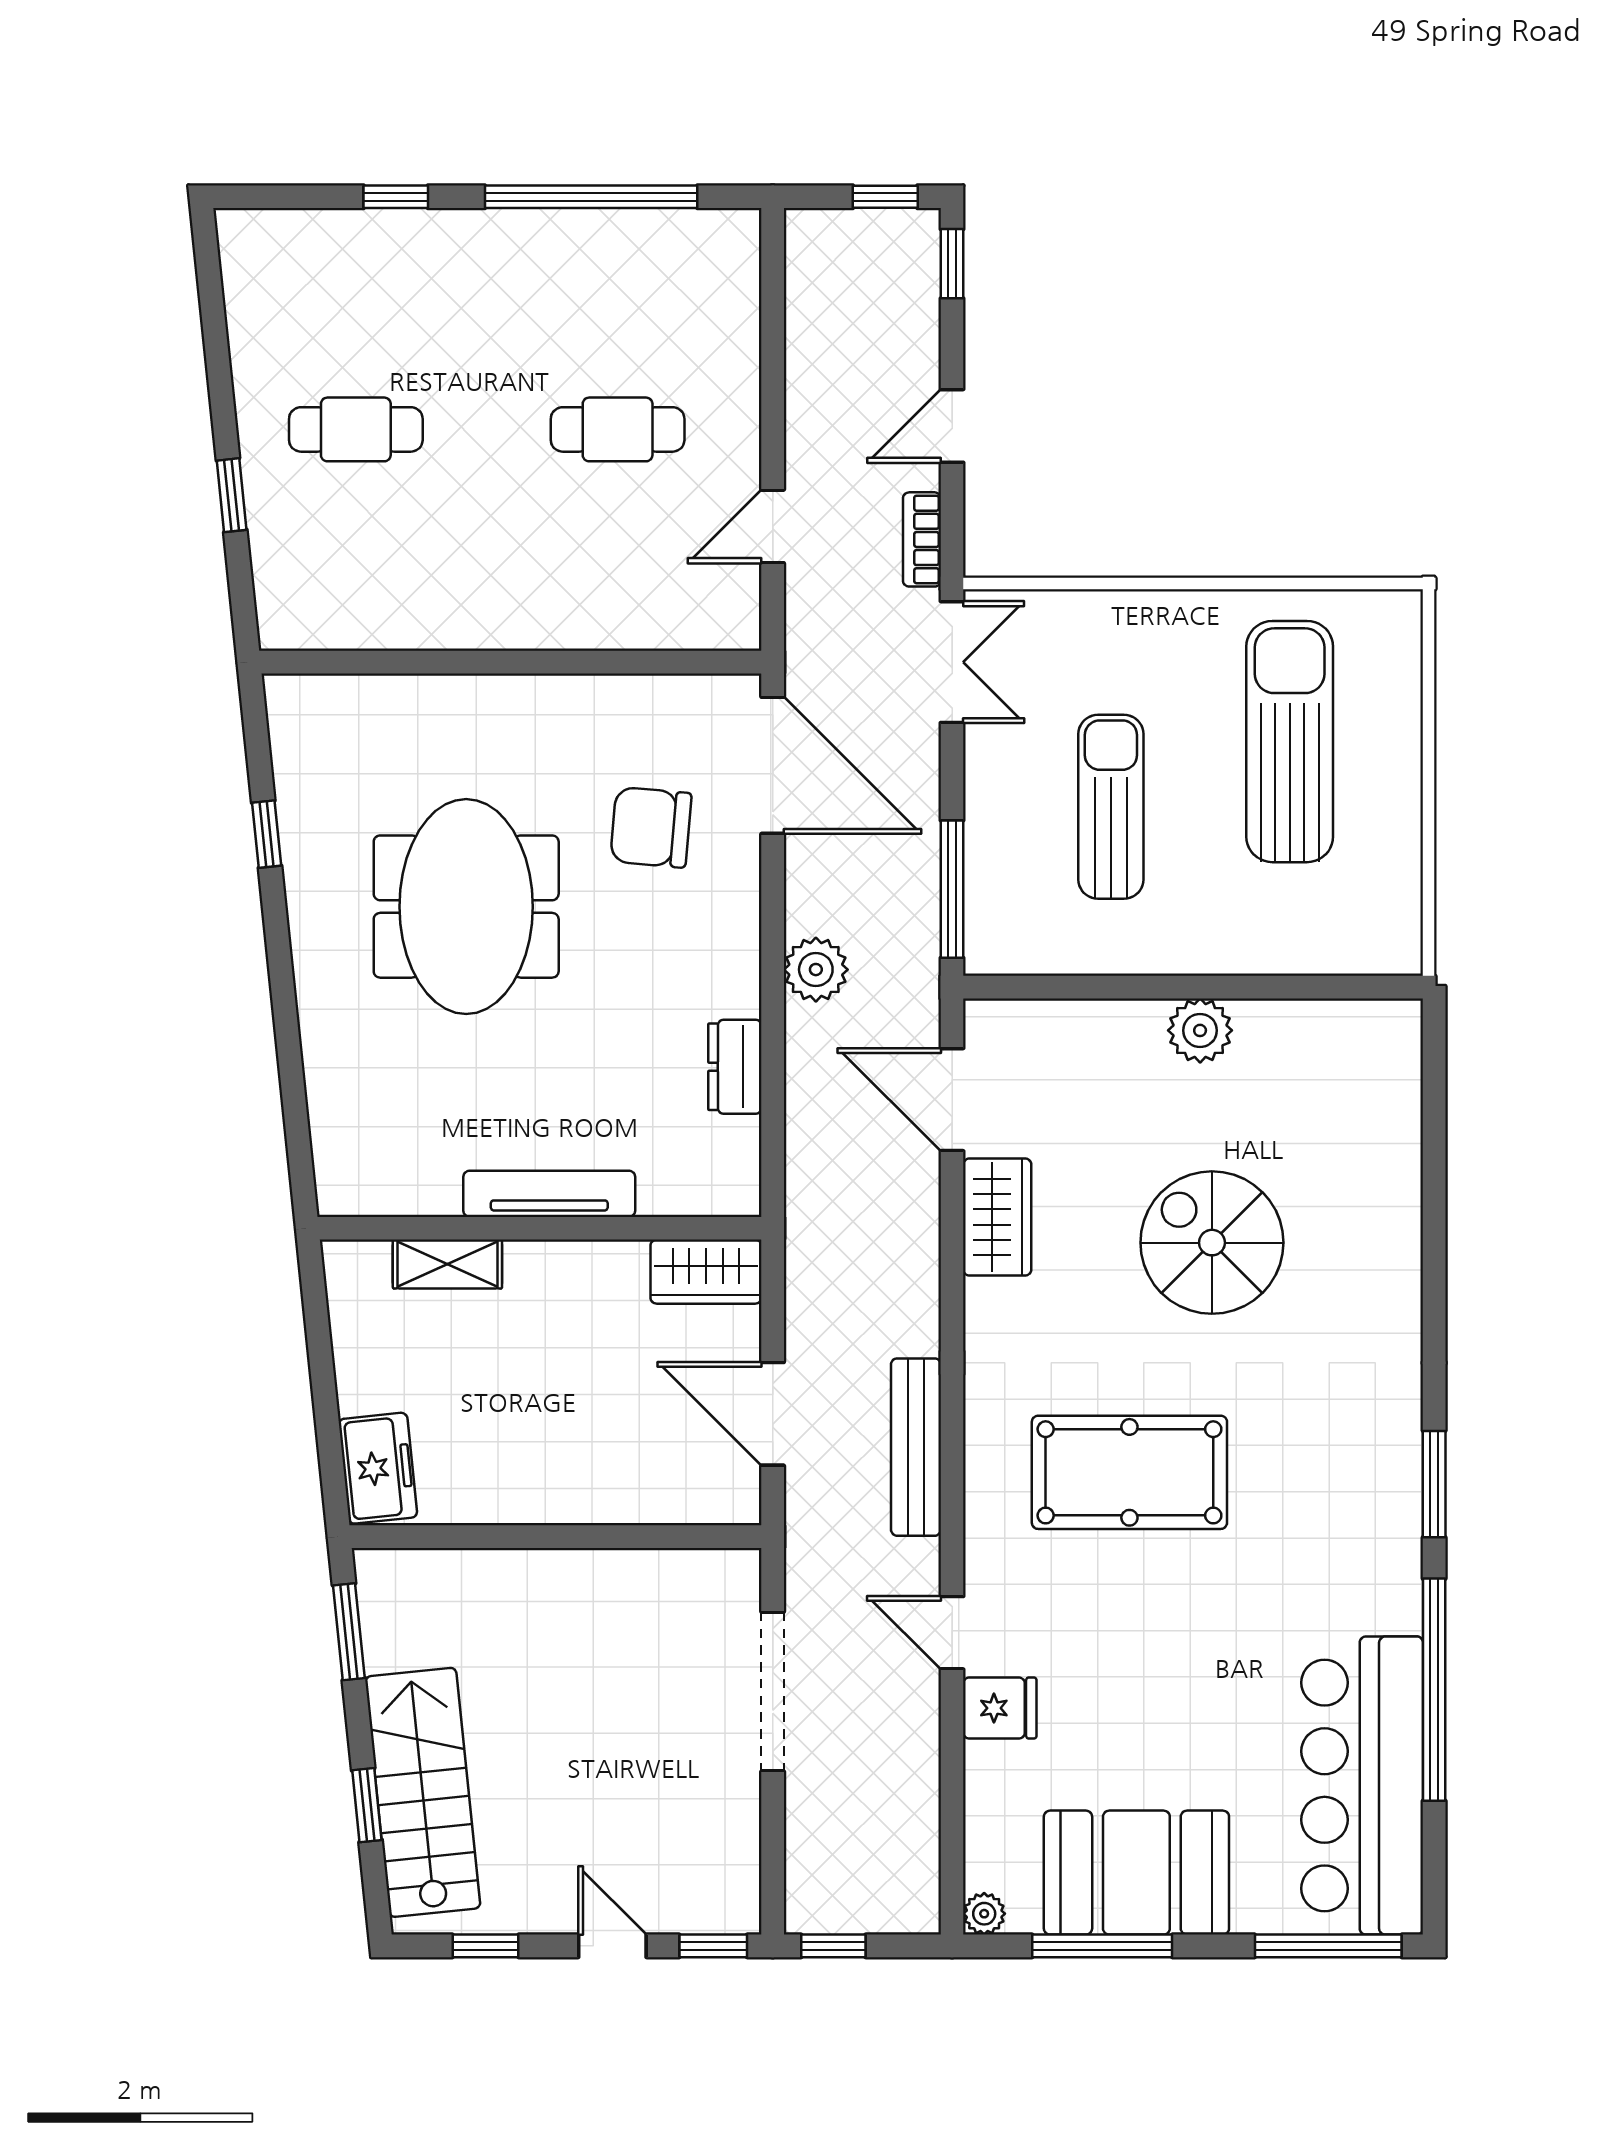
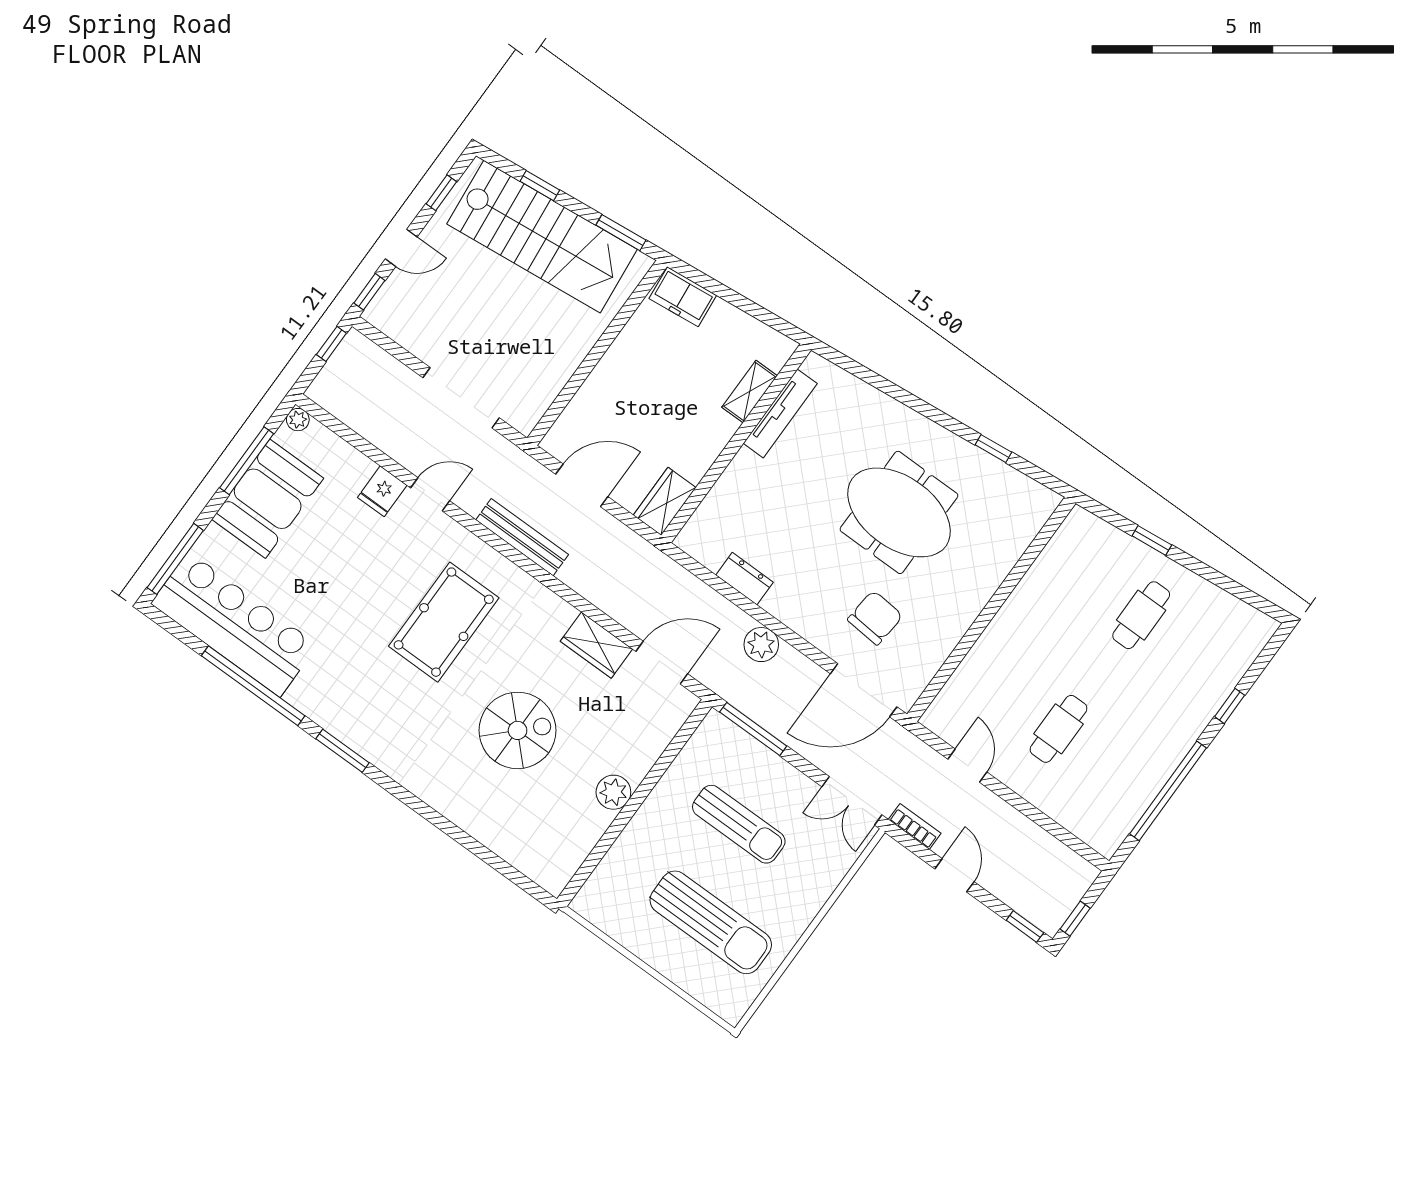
tv unit: (549, 1194) -> (780, 413), moved
stairs: (423, 1792) -> (542, 237), width x1.36, depth x1.51

